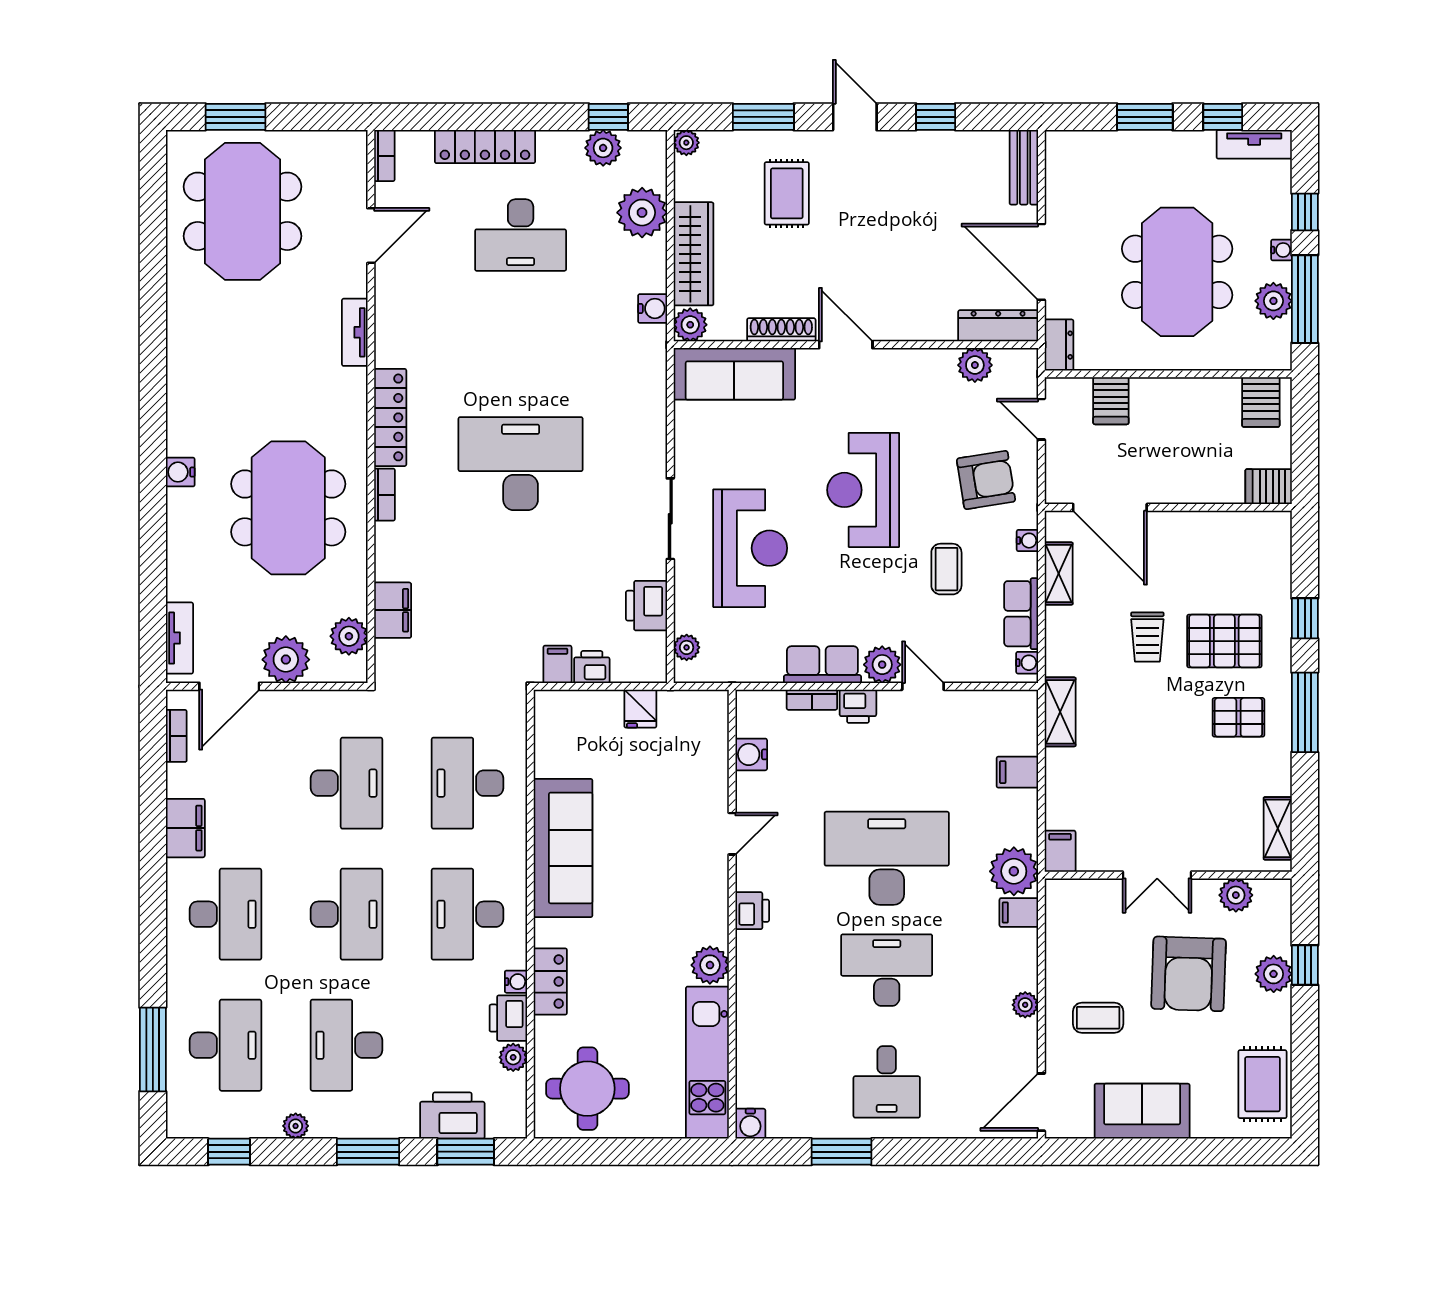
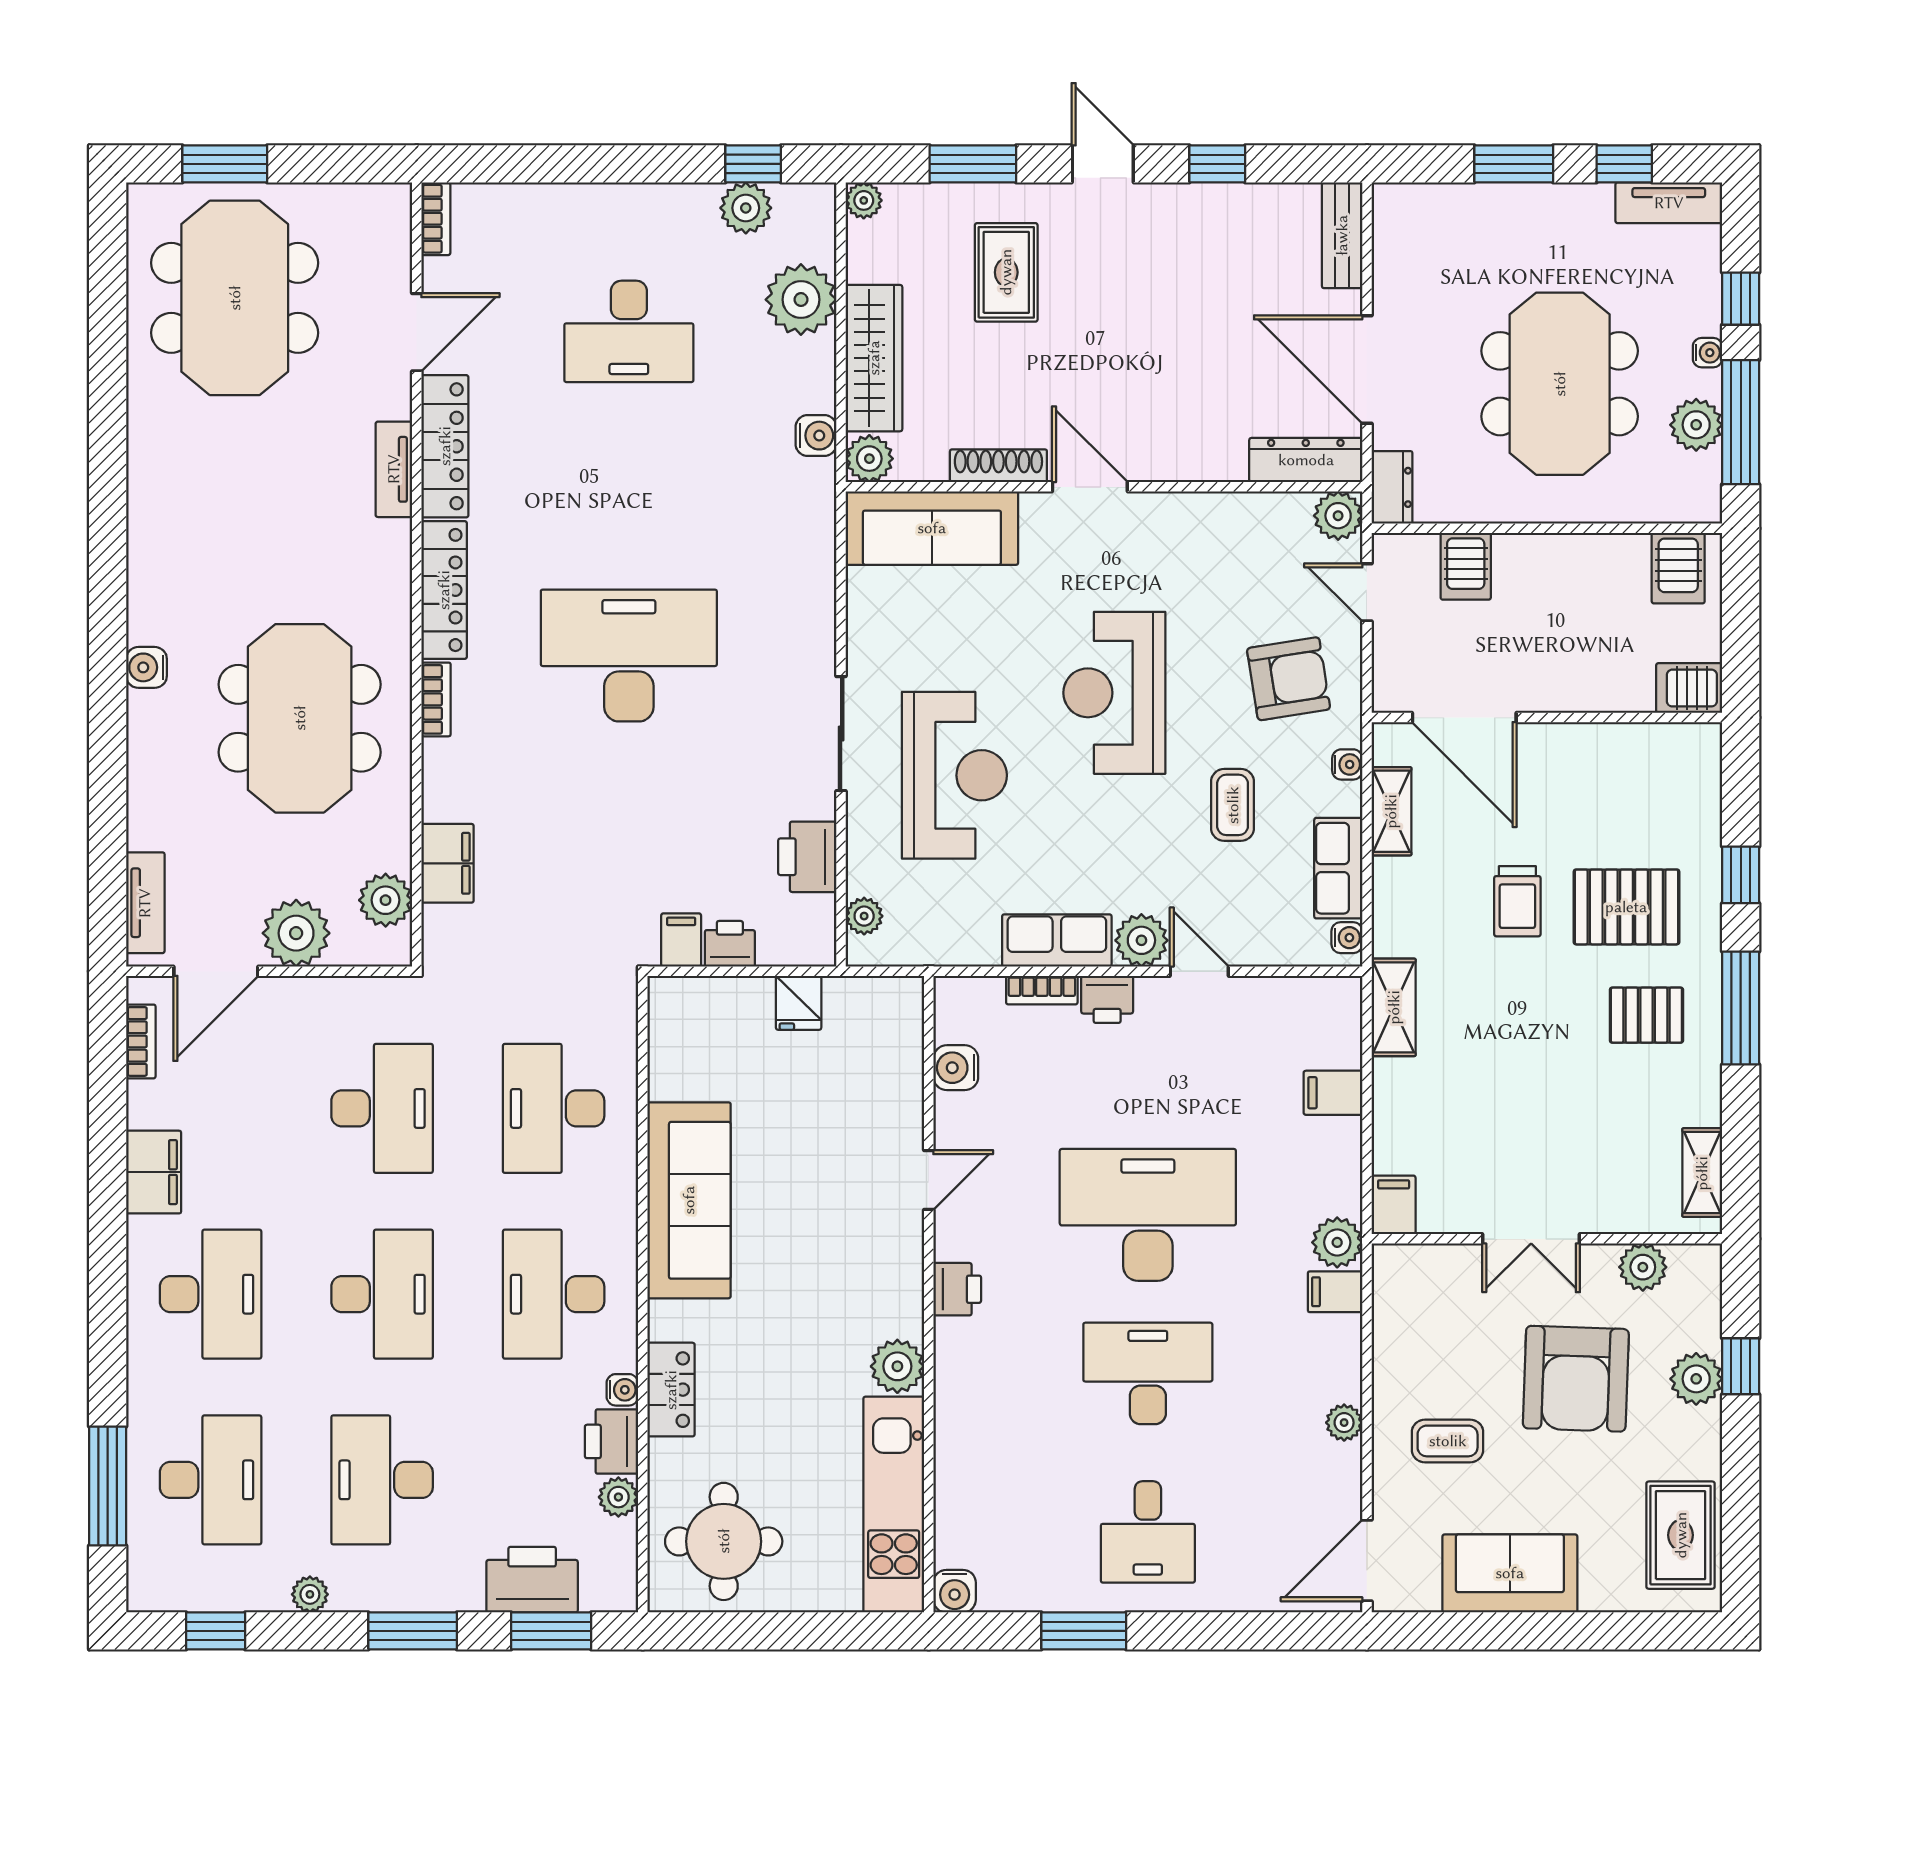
locker: (485, 147) -> (445, 446), moved, turned -90
plant: (975, 365) -> (1338, 516), moved
plant: (1014, 871) -> (1337, 1242), width x0.73, depth x0.73

